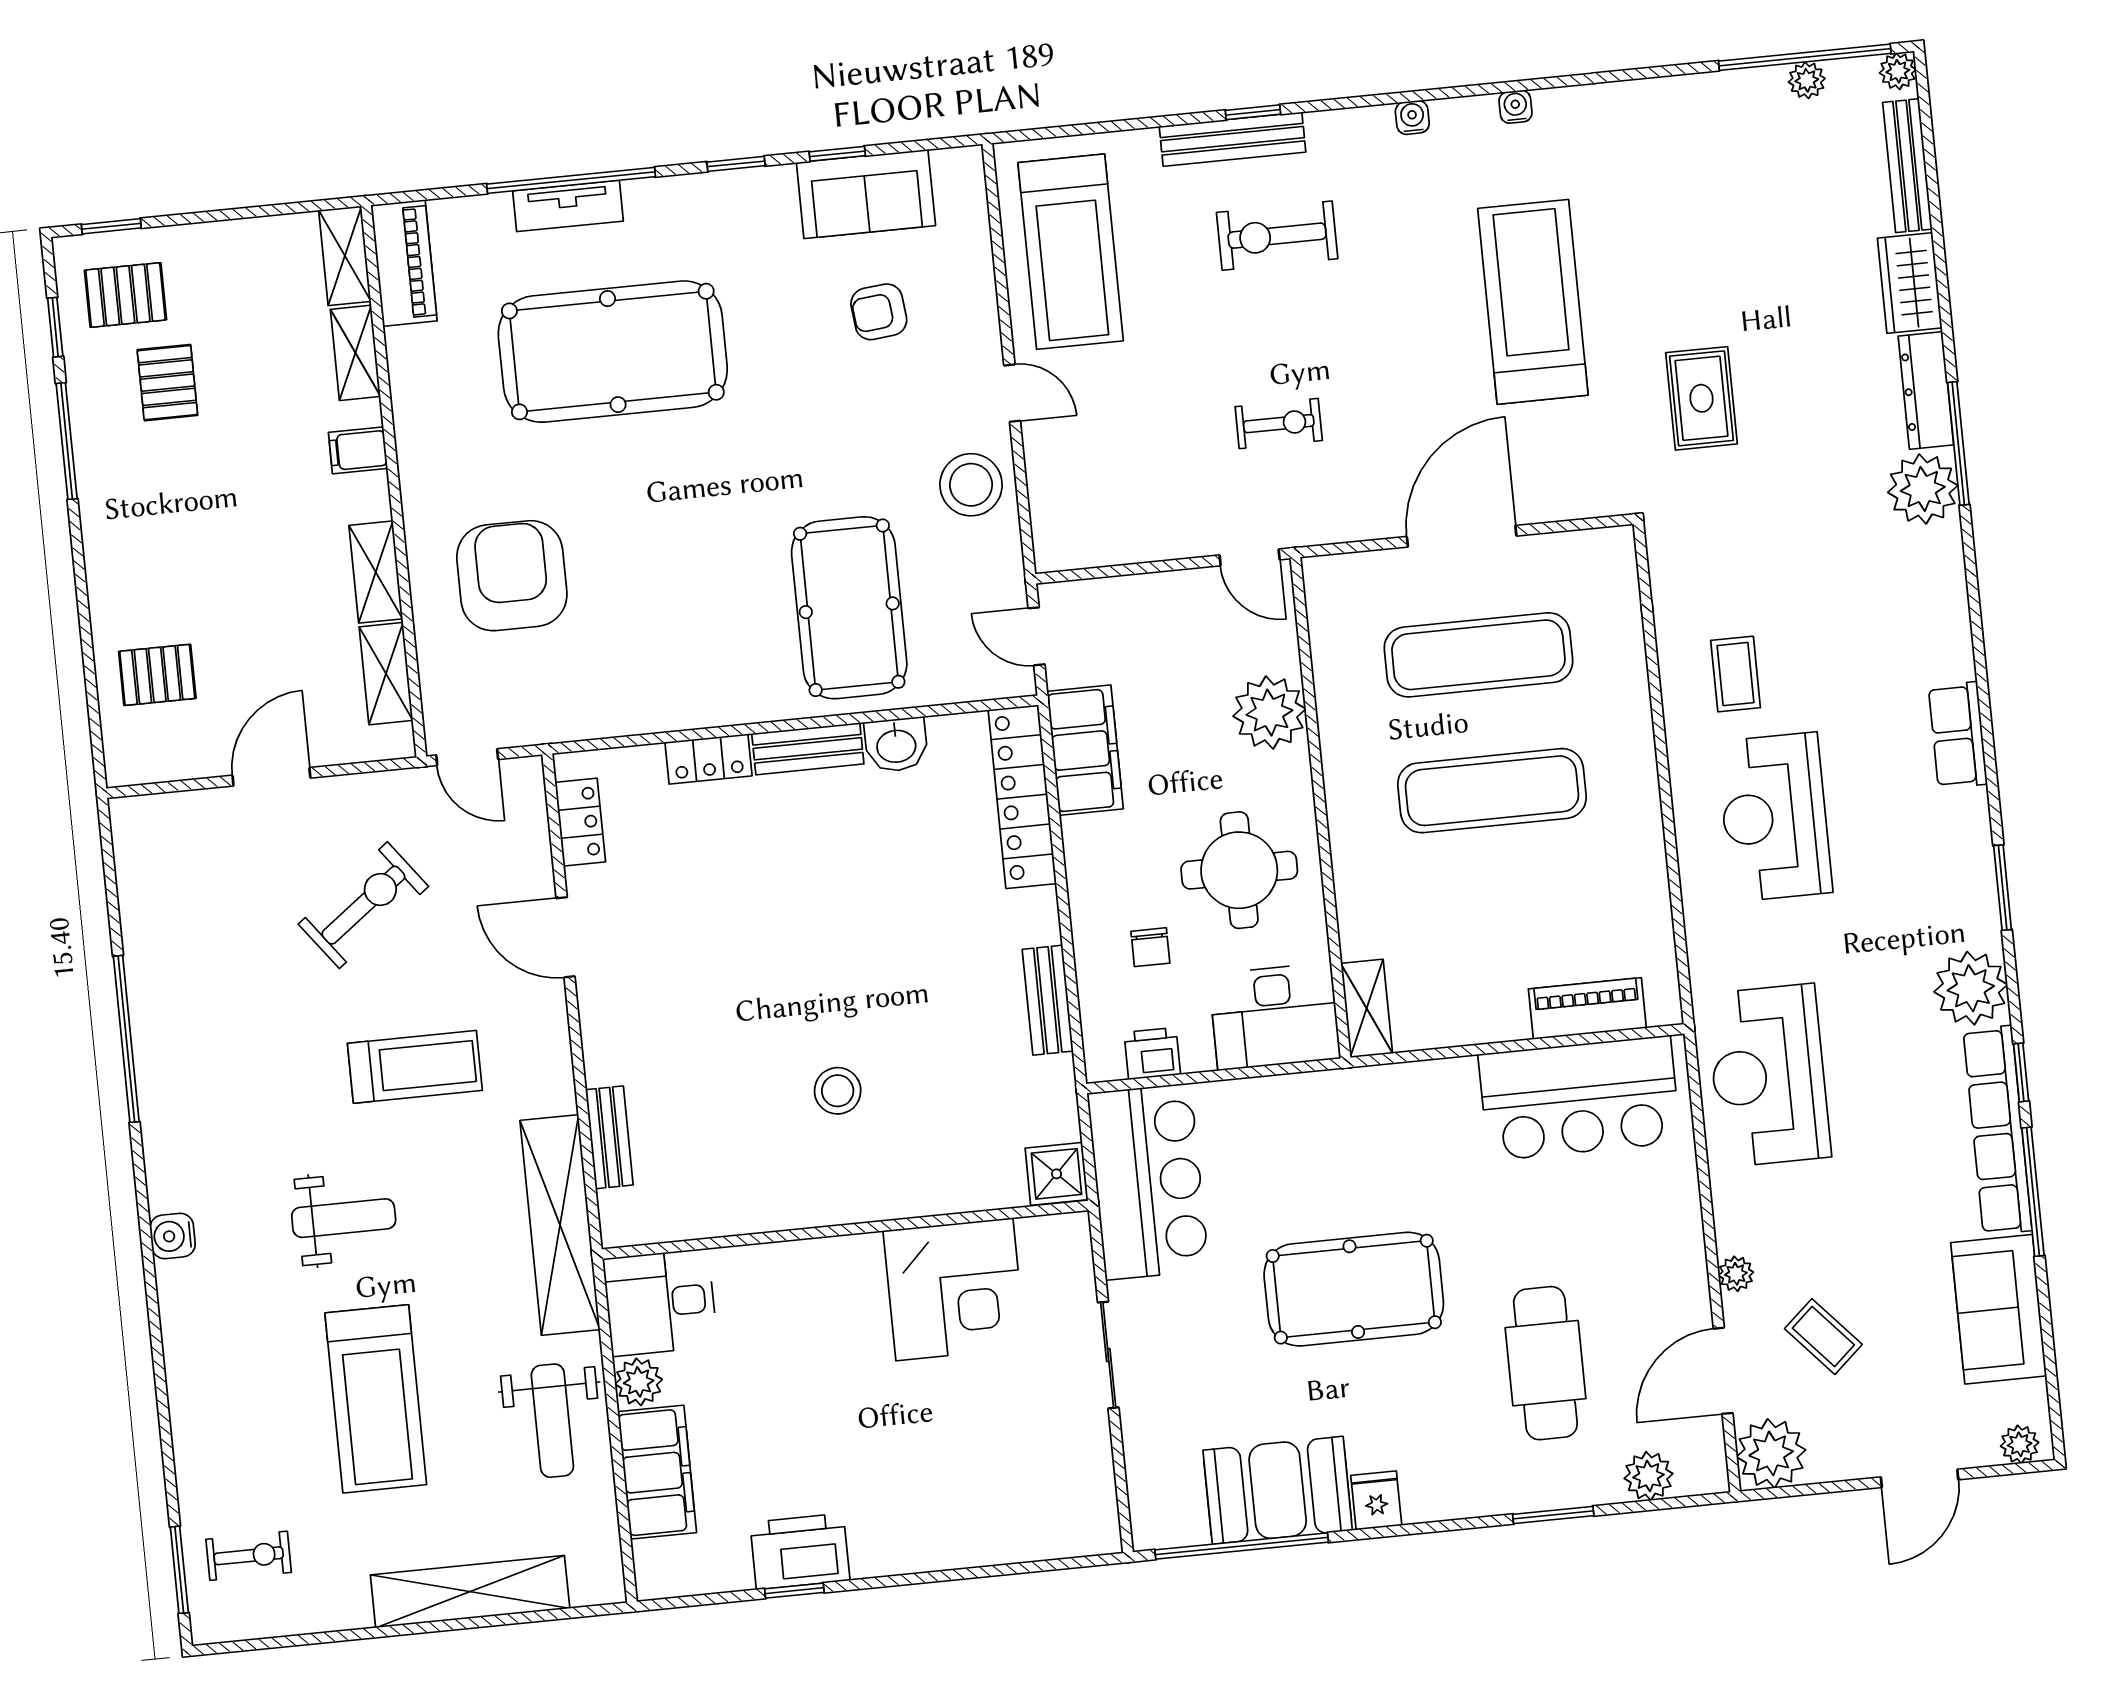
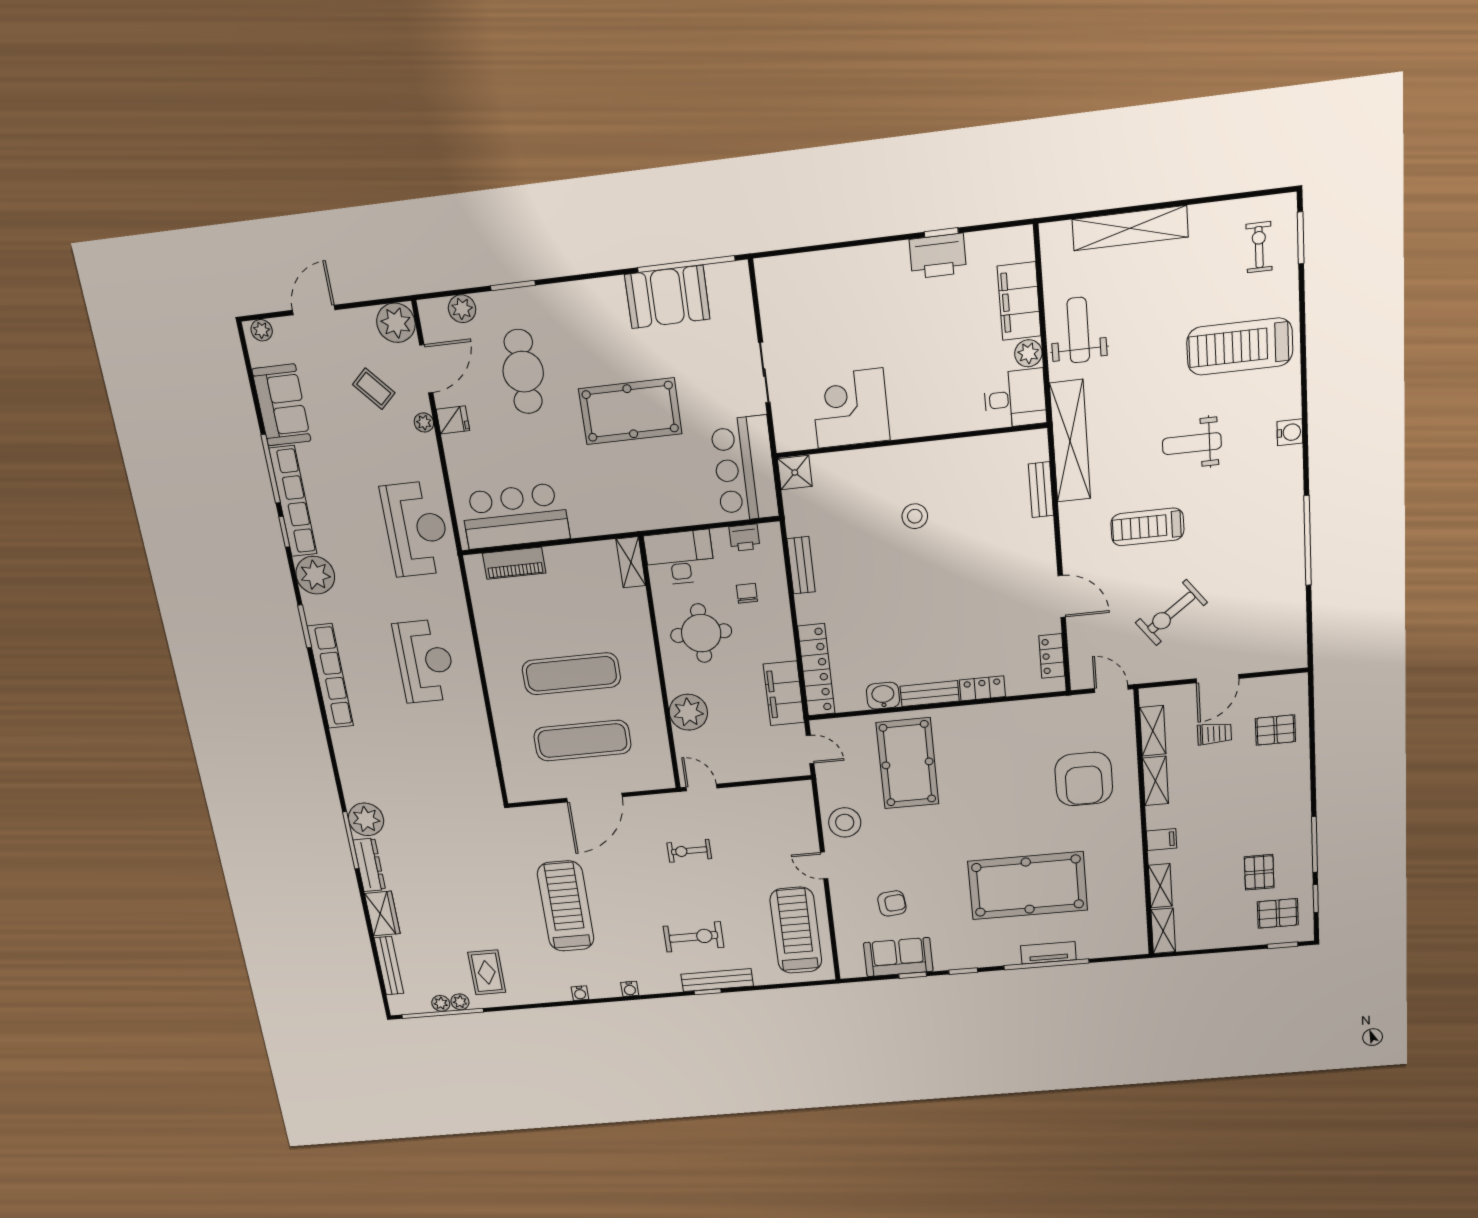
plant: (1898, 71) -> (460, 1002), moved
piano: (404, 263) -> (1133, 927), removed
treadmill: (1533, 302) -> (566, 906), turned 180
rug: (1701, 398) -> (487, 972), moved
trolley: (270, 667) -> (1214, 734), added
coffee table: (1736, 674) -> (451, 731), removed
row of seats: (1958, 735) -> (330, 676), width x2.02
treadmill: (376, 1399) -> (1240, 347), moved, turned -90
fridge: (1376, 1500) -> (453, 420), moved, turned -90
exercise bike: (249, 1556) -> (1259, 247), turned 90

